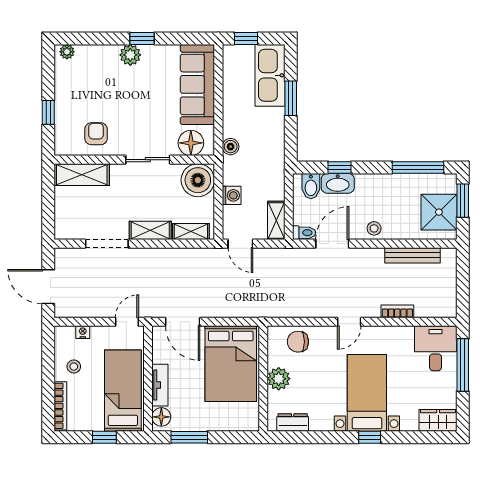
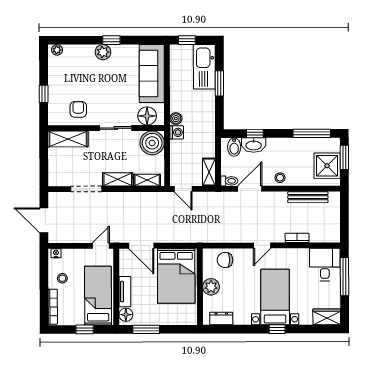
washing machine: (232, 195) -> (177, 132), moved
nightstand: (83, 332) -> (56, 253), moved

